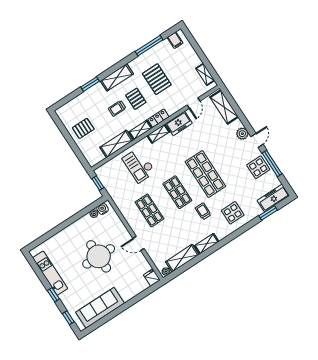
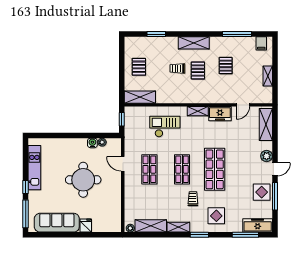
shelving: (205, 74) -> (268, 76), moved
pallet: (157, 79) -> (226, 66), width x0.67, depth x0.71
window: (90, 84) -> (156, 34), moved
locker: (158, 118) -> (206, 98), removed
pallet: (83, 128) -> (139, 67), turned 90
shelving: (140, 130) -> (185, 98), removed
shelving: (116, 144) -> (140, 97), moved
checkout: (139, 165) -> (165, 127), turned 90
water cooler: (103, 209) -> (92, 143), moved
window: (268, 213) -> (245, 235), width x1.44
window: (229, 239) -> (199, 235), added
door: (139, 243) -> (123, 164), moved
fridge: (152, 277) -> (86, 225), moved
window: (68, 318) -> (26, 214), width x2.17

